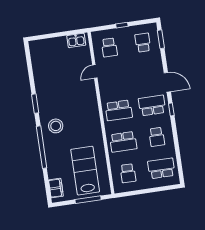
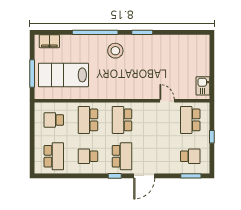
school desk: (109, 47) -> (190, 120), width x1.85
lab bench: (85, 171) -> (63, 75), turned 180

